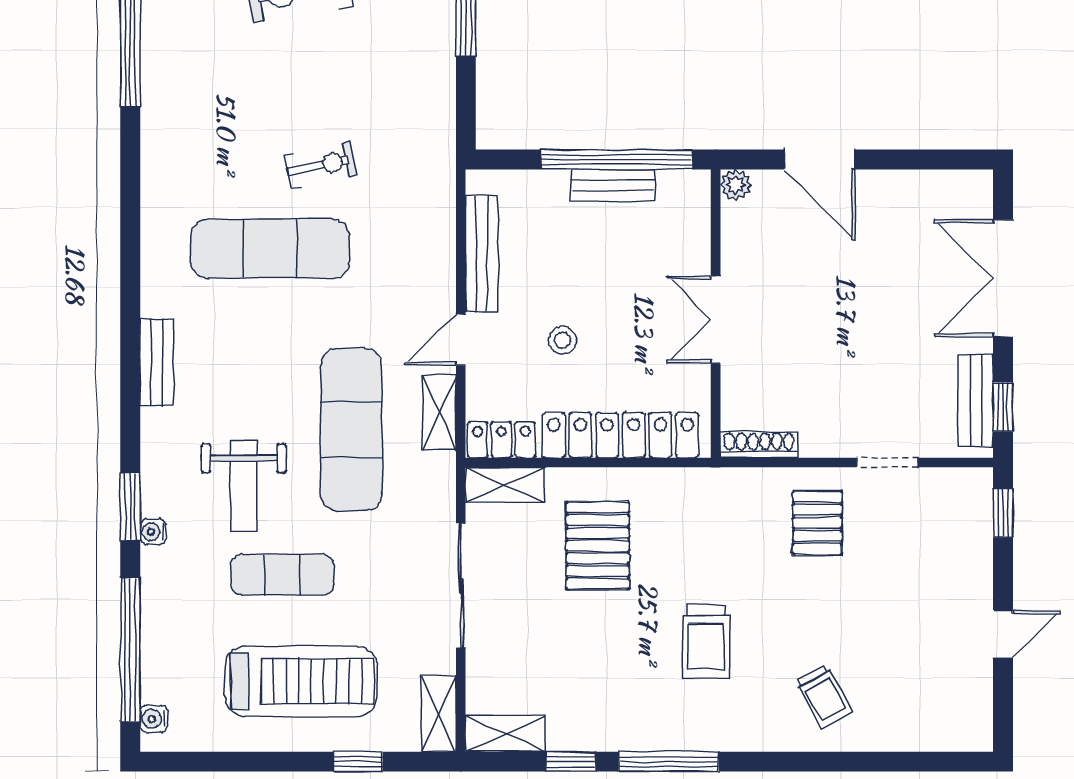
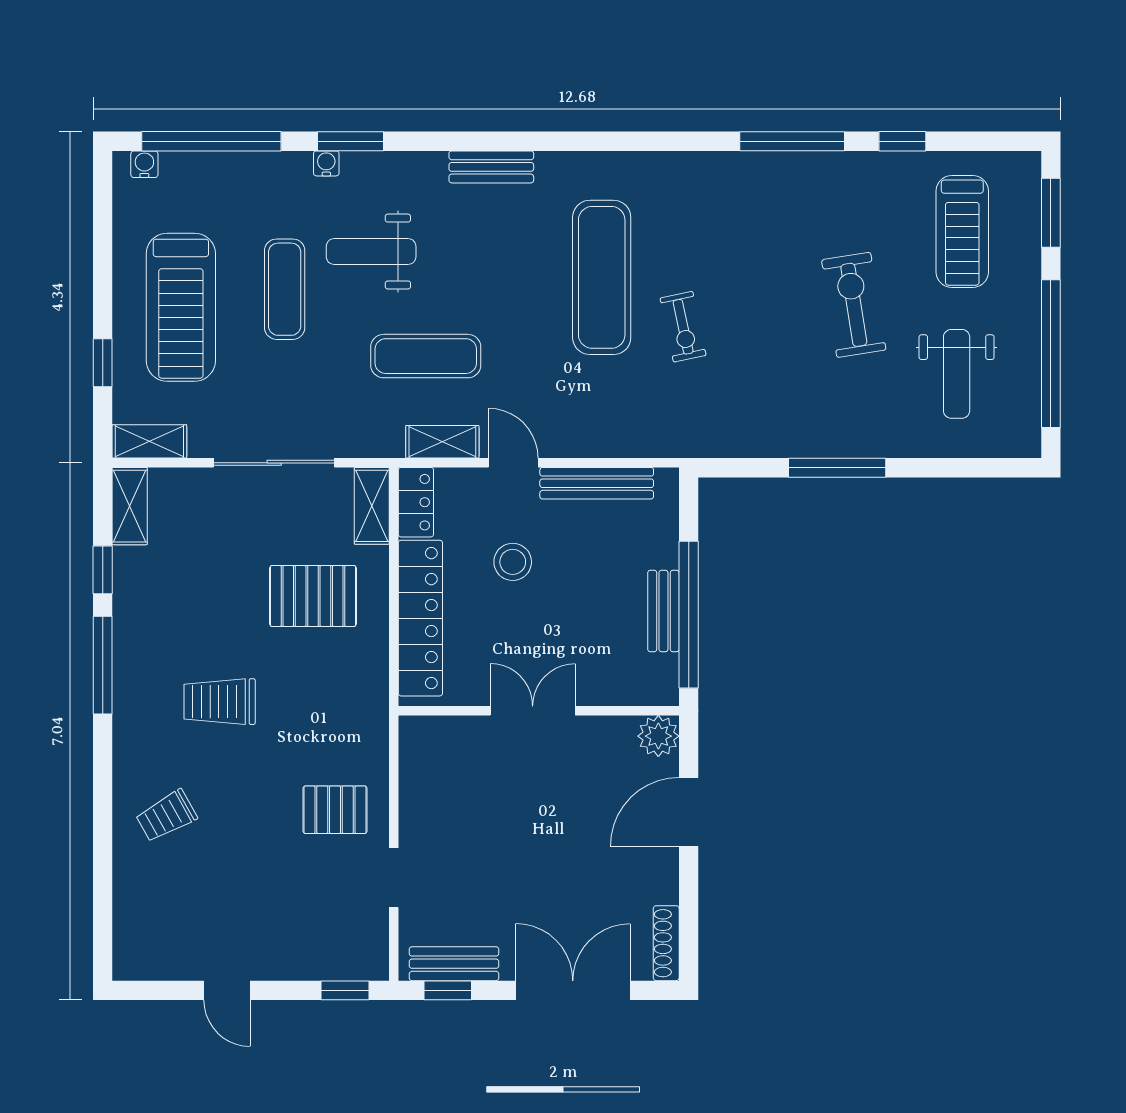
plant: (736, 185) -> (658, 736), width x1.38, depth x1.38
stool: (563, 340) -> (513, 562), width x1.37, depth x1.37
exercise mat: (351, 430) -> (426, 356), width x0.73, depth x0.69
shoe rack: (759, 445) -> (666, 943), moved, turned 180

